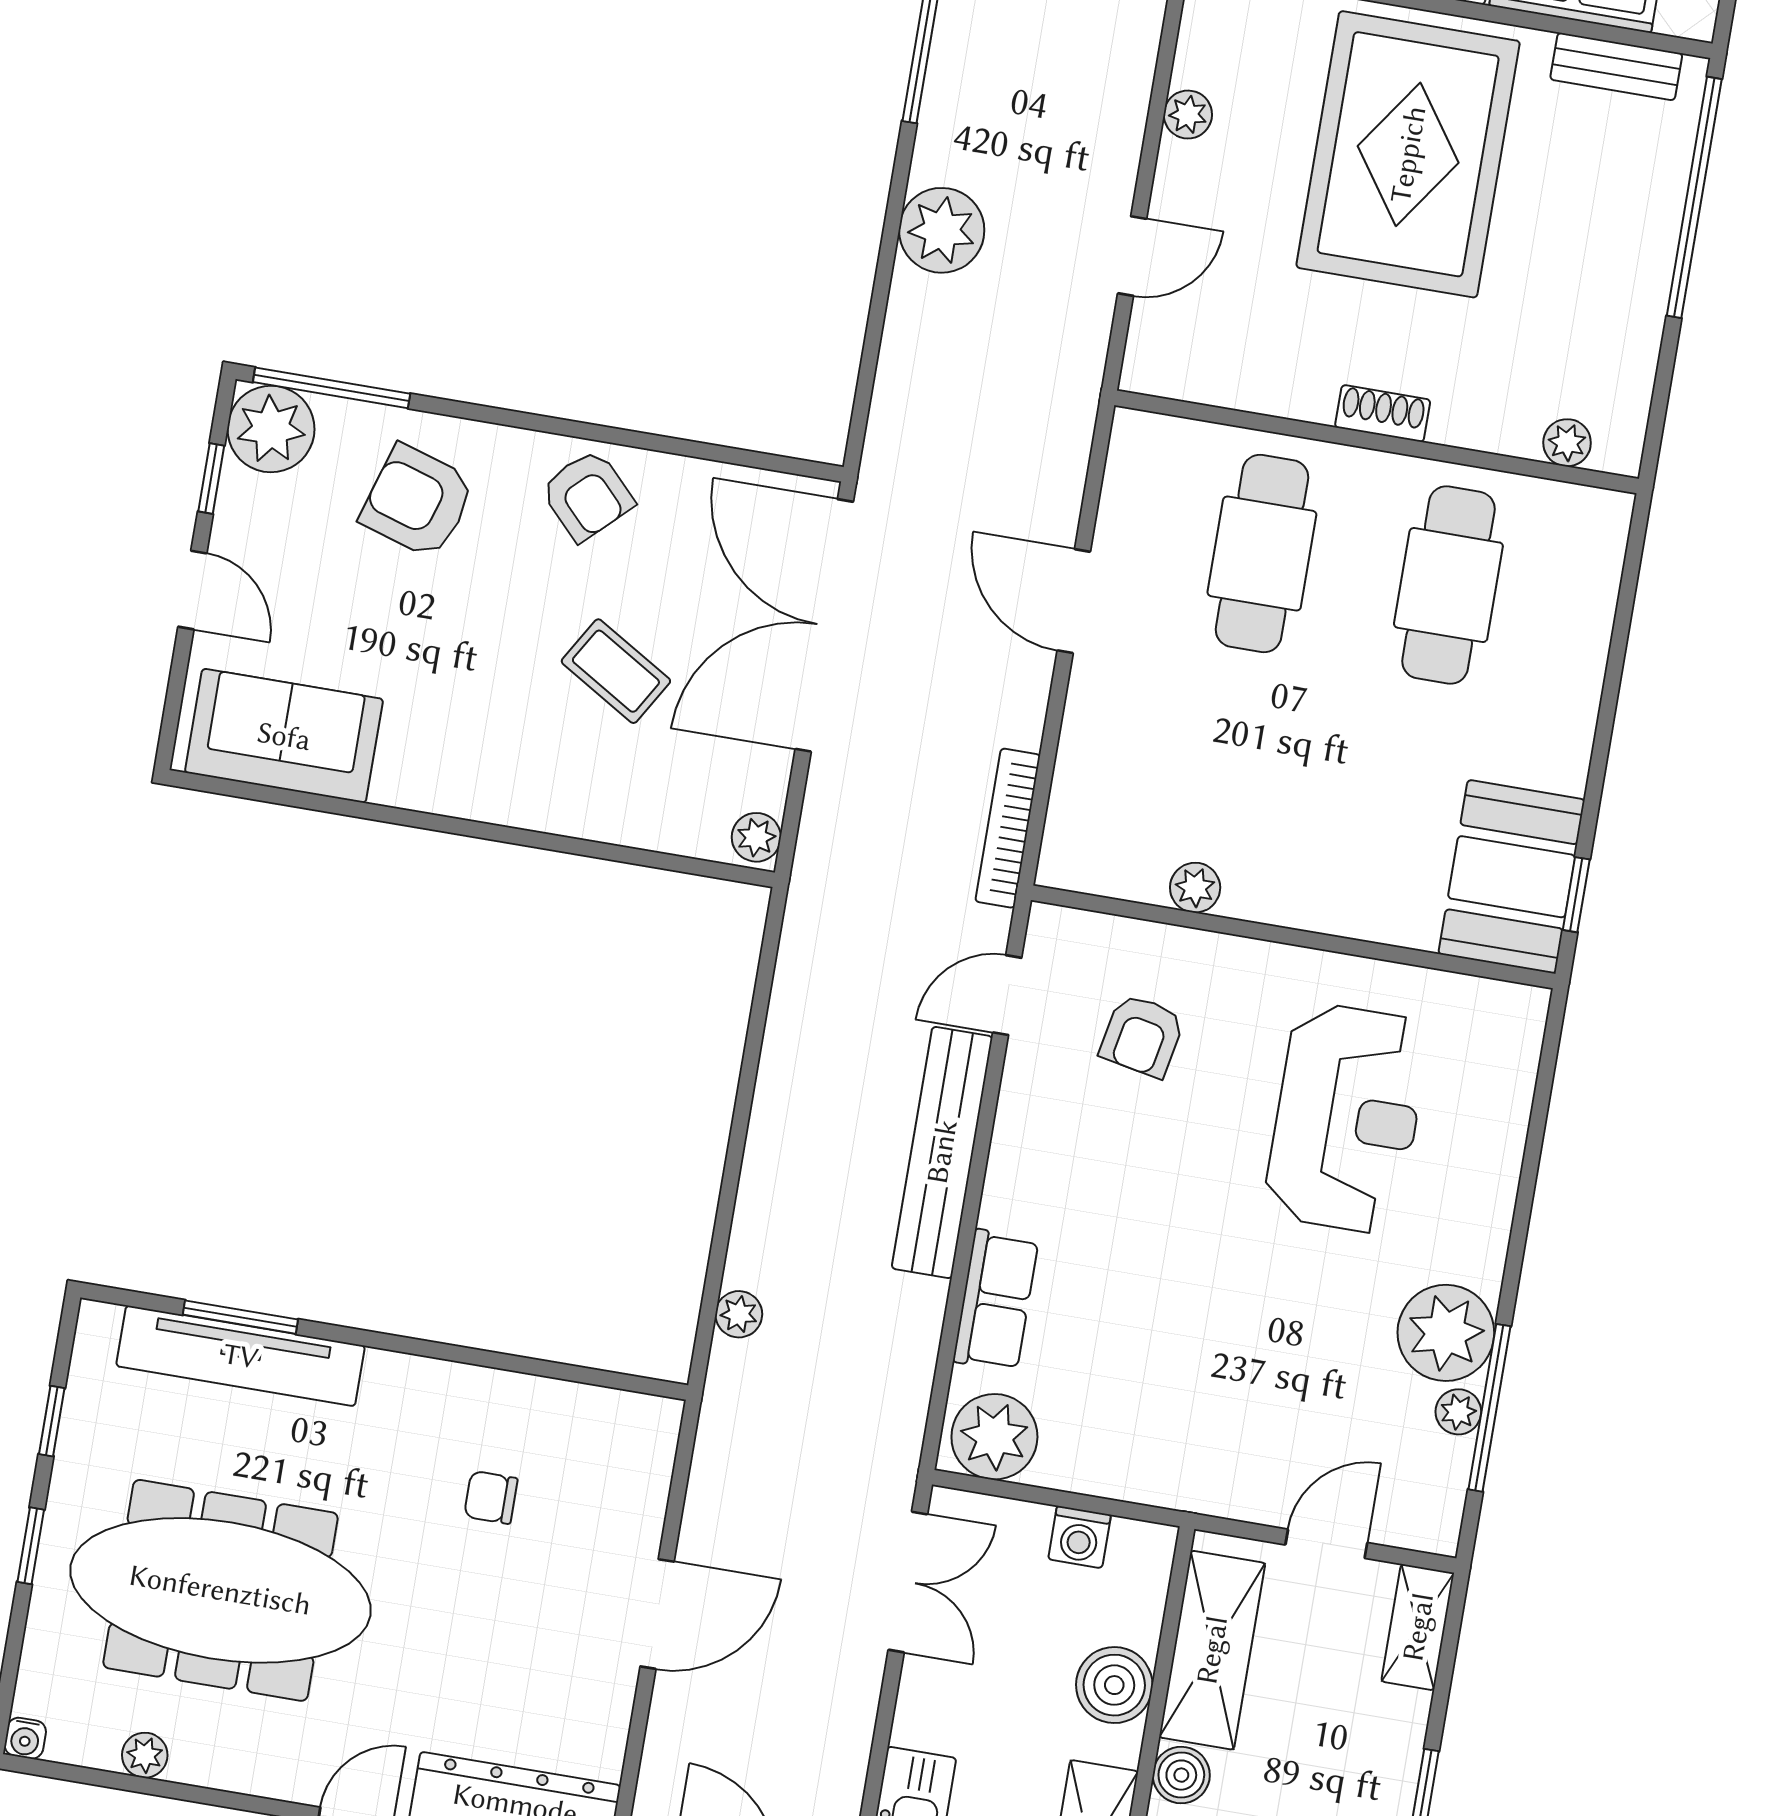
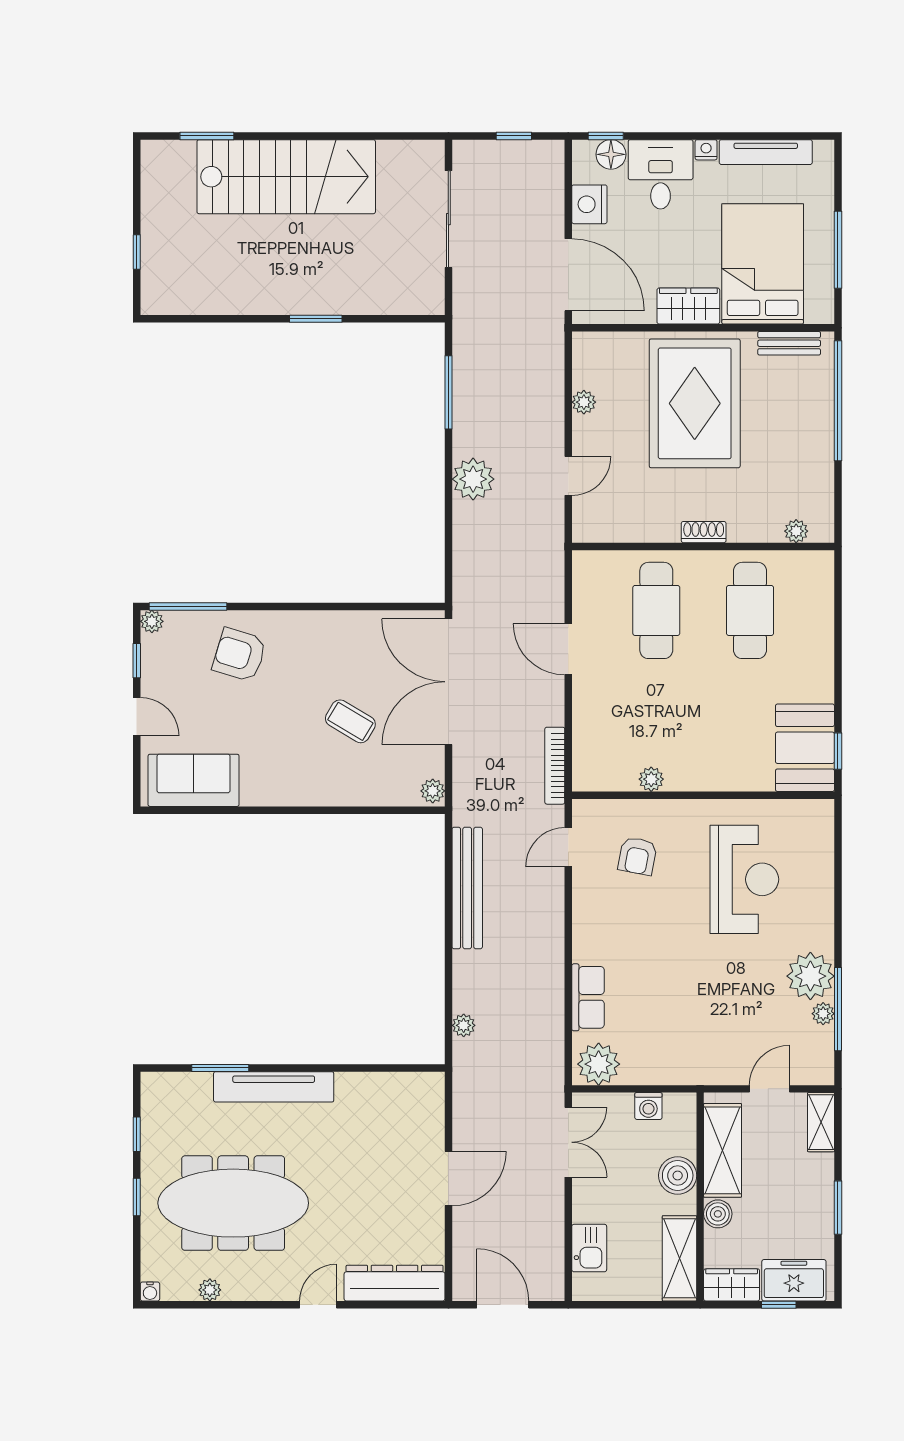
plant: (271, 429) -> (152, 621), width x0.53, depth x0.53
armchair: (587, 495) -> (322, 638), removed
bench: (942, 1152) -> (467, 888), moved
tv unit: (241, 1356) -> (274, 1087), moved
chair: (491, 1497) -> (358, 1135), removed

